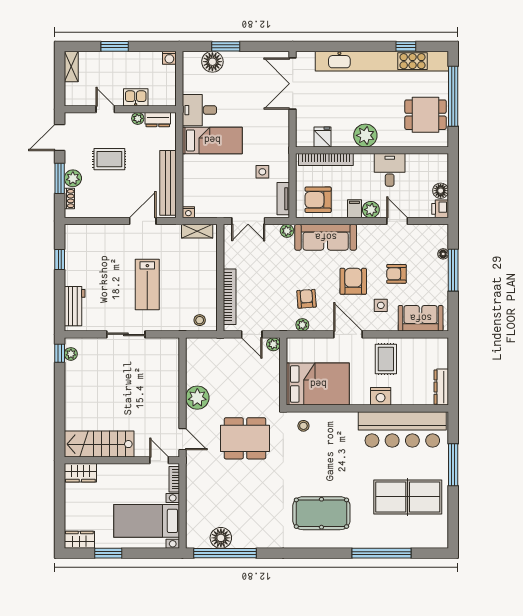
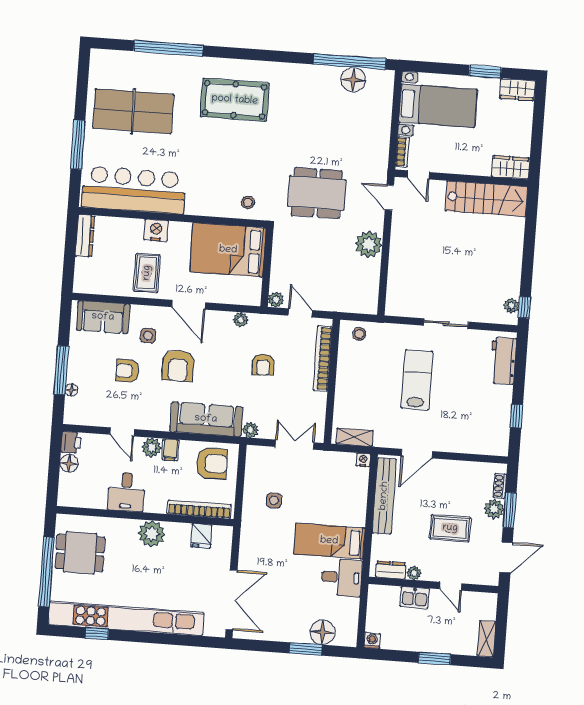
tv unit: (283, 199) -> (252, 467), removed
armchair: (396, 274) -> (127, 371), turned 180
armchair: (307, 299) -> (263, 365), moved

